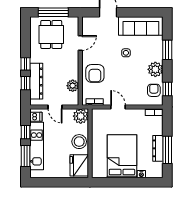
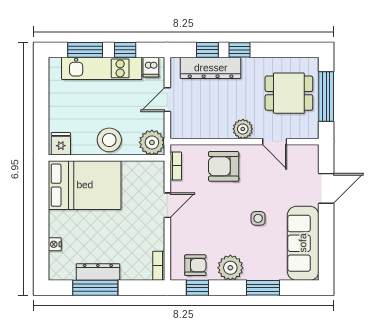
plant: (73, 86) -> (243, 129), moved
bed: (122, 156) -> (85, 185), moved
fridge: (79, 165) -> (61, 144), width x0.53, depth x0.75

